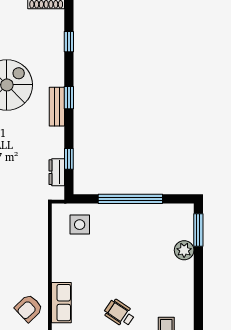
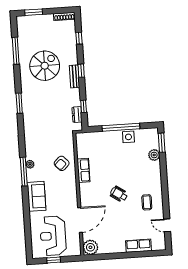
side table: (80, 225) -> (128, 137), moved
row of seats: (61, 303) -> (83, 170), moved
armchair: (29, 308) -> (62, 163), moved

